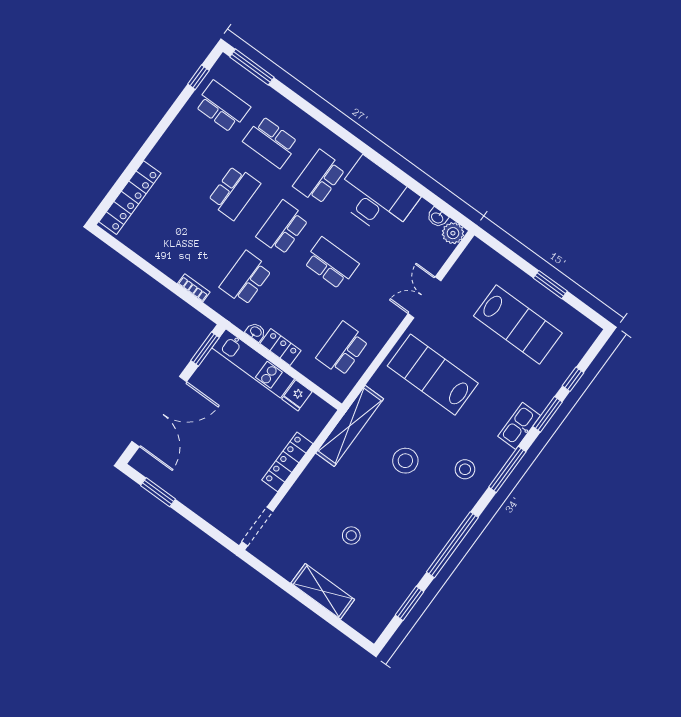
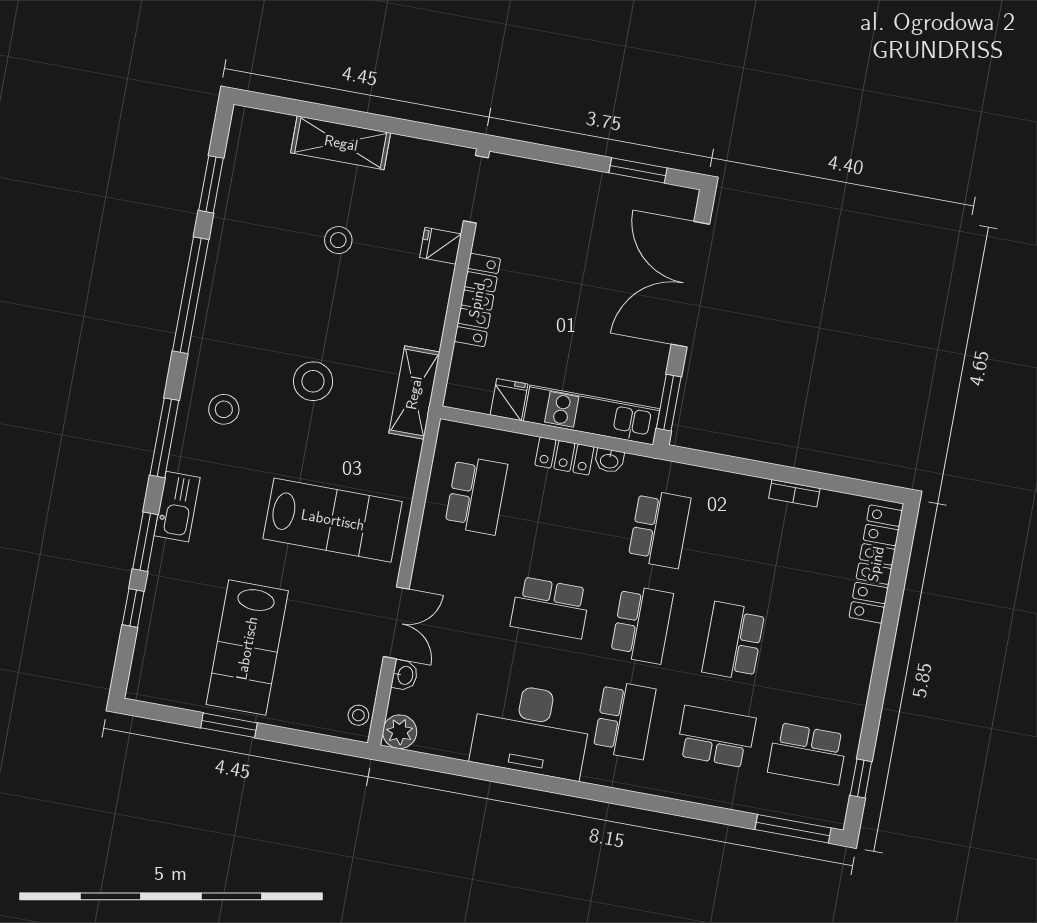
washbasin: (437, 218) -> (405, 675), moved, turned 90
stool: (472, 254) -> (358, 715), added
bookcase: (194, 288) -> (794, 493), moved
lab bench: (518, 325) -> (247, 648), turned -90
shelving: (350, 426) -> (414, 393), width x0.68
fridge: (294, 504) -> (441, 246), added

